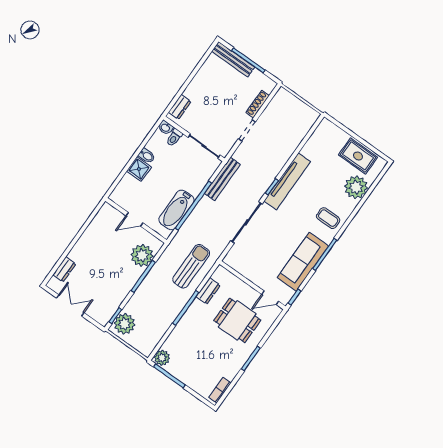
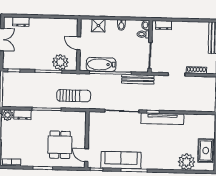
shower: (139, 169) -> (98, 26), moved
coffee table: (328, 218) -> (157, 158), removed
dresser: (208, 291) -> (23, 115), moved
plant: (125, 324) -> (13, 79), removed

